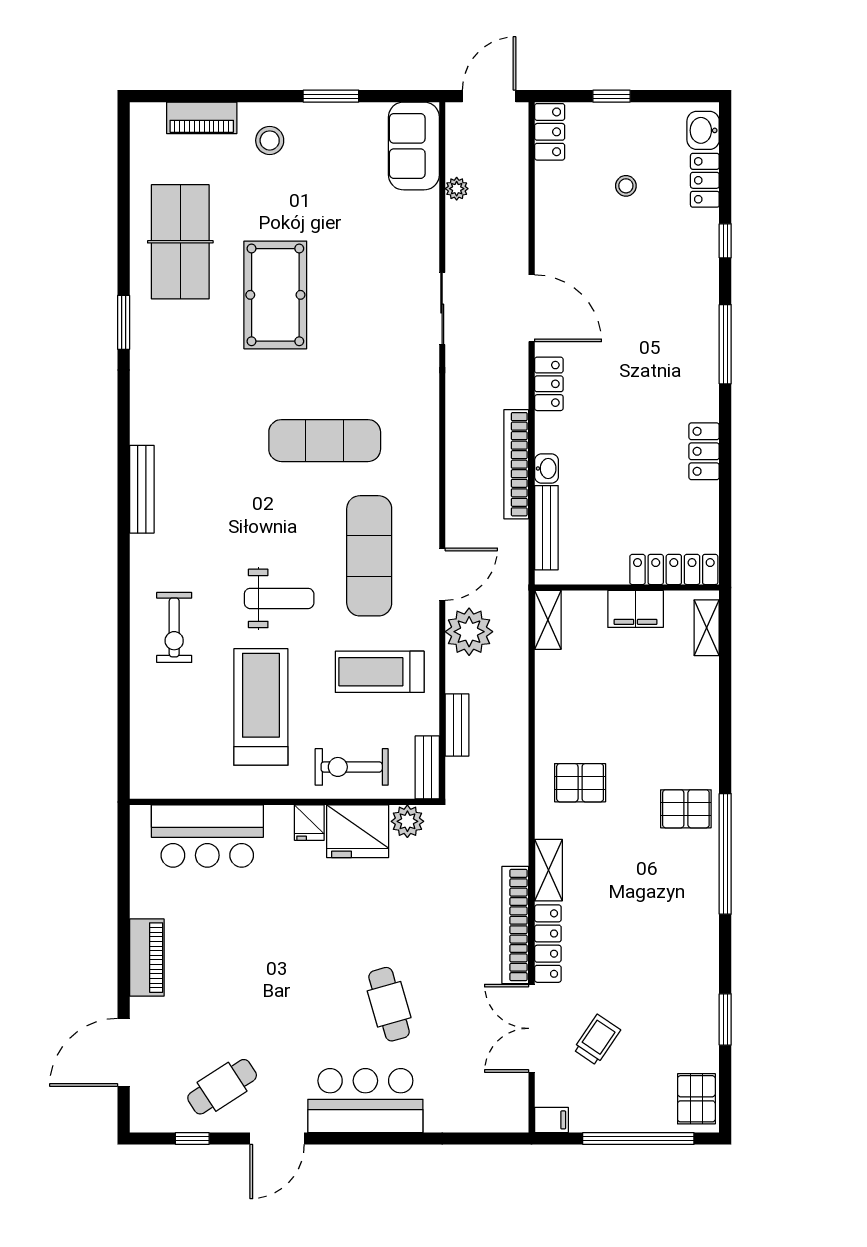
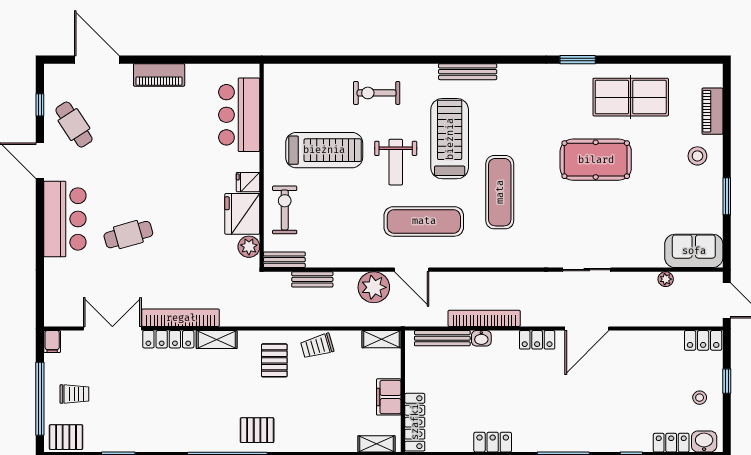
stool: (626, 186) -> (700, 398), moved
treadmill: (380, 672) -> (450, 139), moved, width x1.37, depth x1.38
trolley: (558, 718) -> (317, 346), added
pallet: (686, 809) -> (257, 430), turned 90
trolley: (597, 1040) -> (74, 394), moved, turned -34

